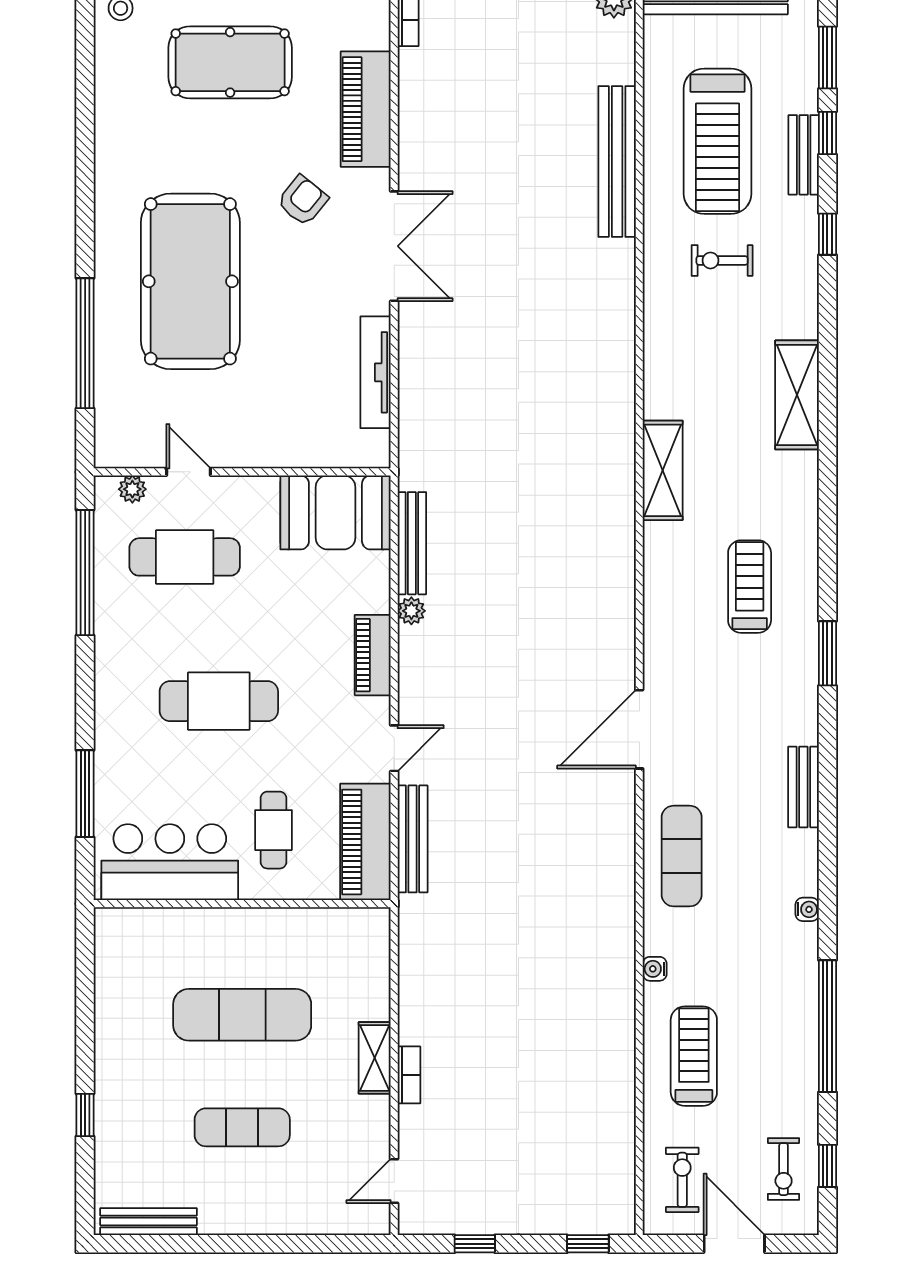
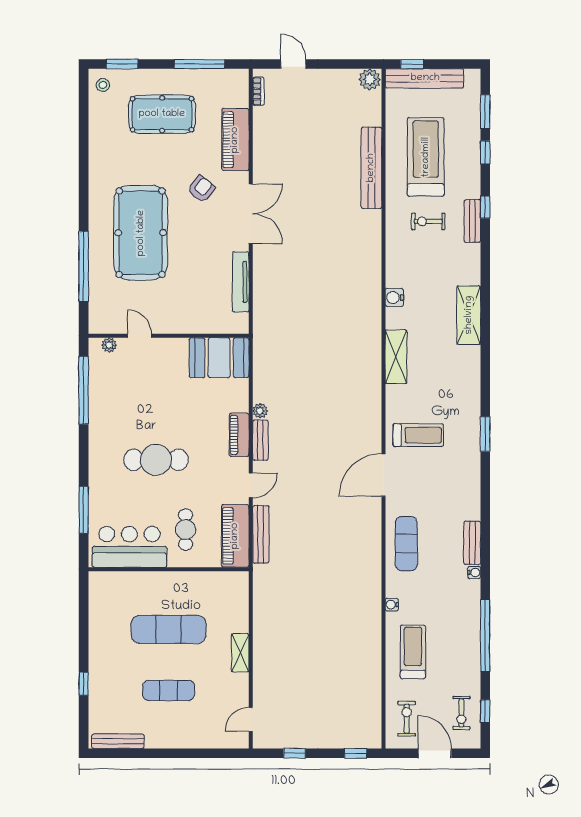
treadmill: (718, 141) -> (426, 157), turned 180
bench: (804, 155) -> (472, 221), moved
shelving: (797, 395) -> (469, 315), moved
water cooler: (659, 401) -> (394, 297), added
shelving: (663, 470) -> (396, 357), moved
bench: (412, 543) -> (260, 440), moved, width x0.73
cafe table: (185, 557) -> (137, 382), removed
treadmill: (750, 587) -> (418, 435), moved, turned 90
bench: (803, 787) -> (472, 543), moved
bookcase: (409, 1075) -> (259, 662), removed

